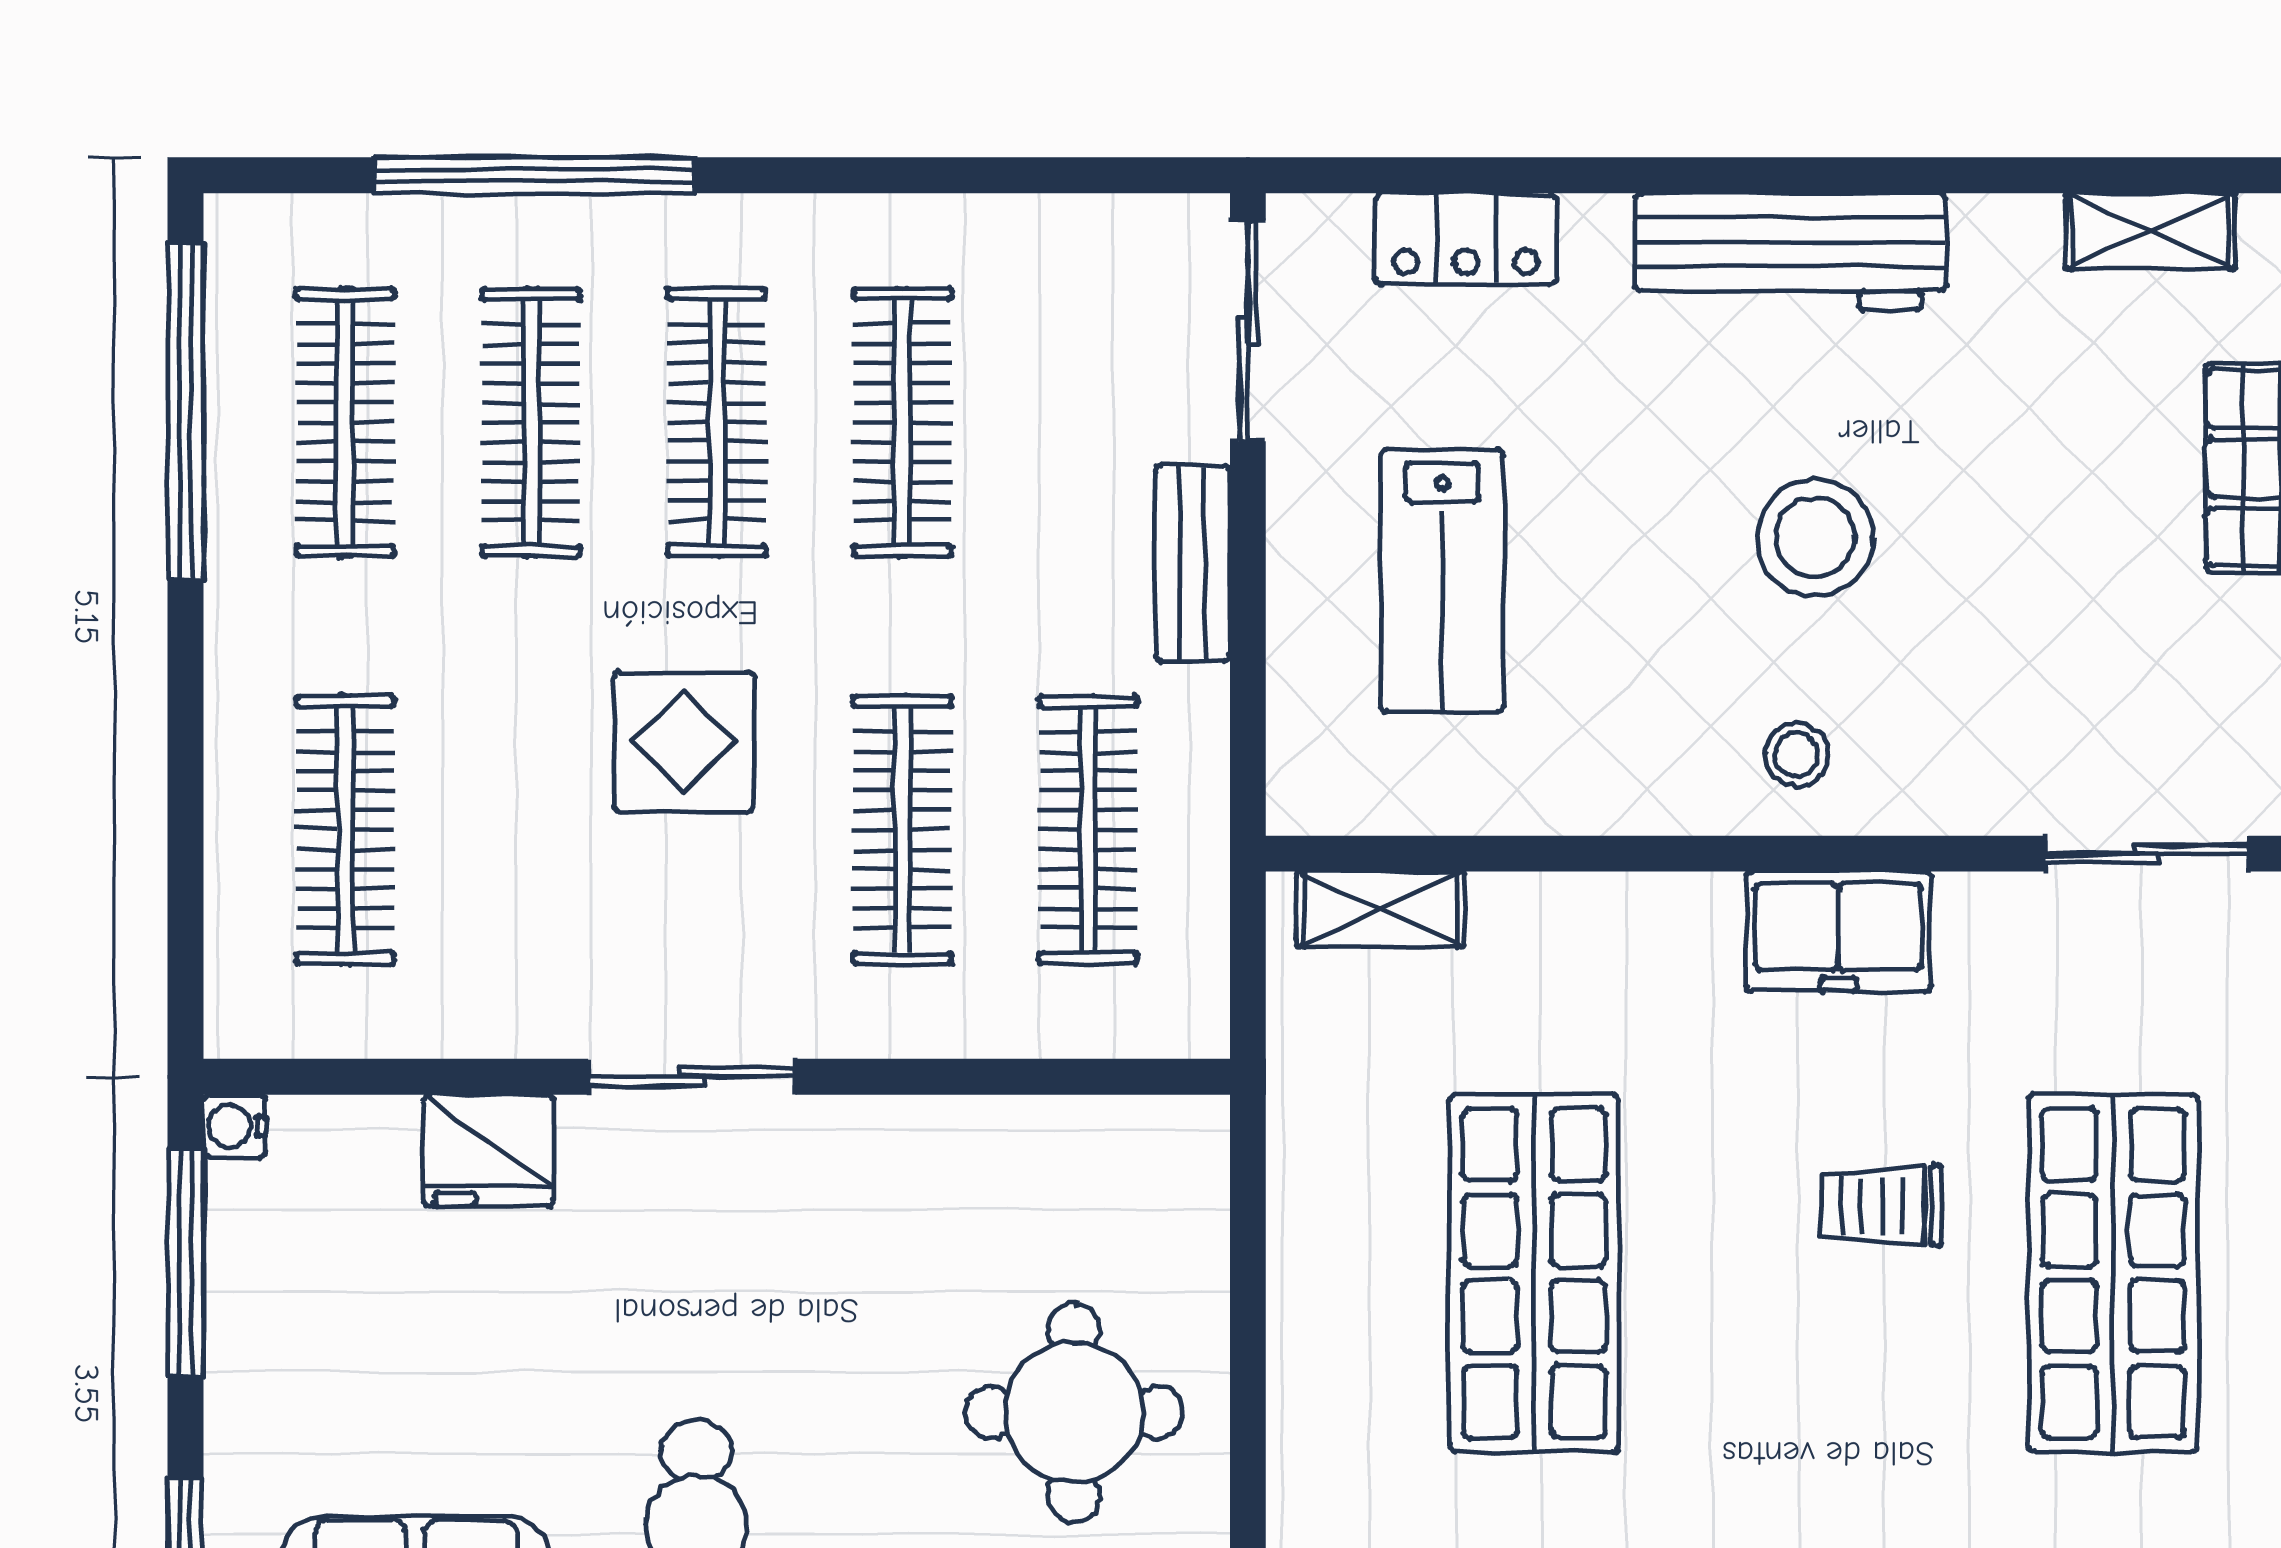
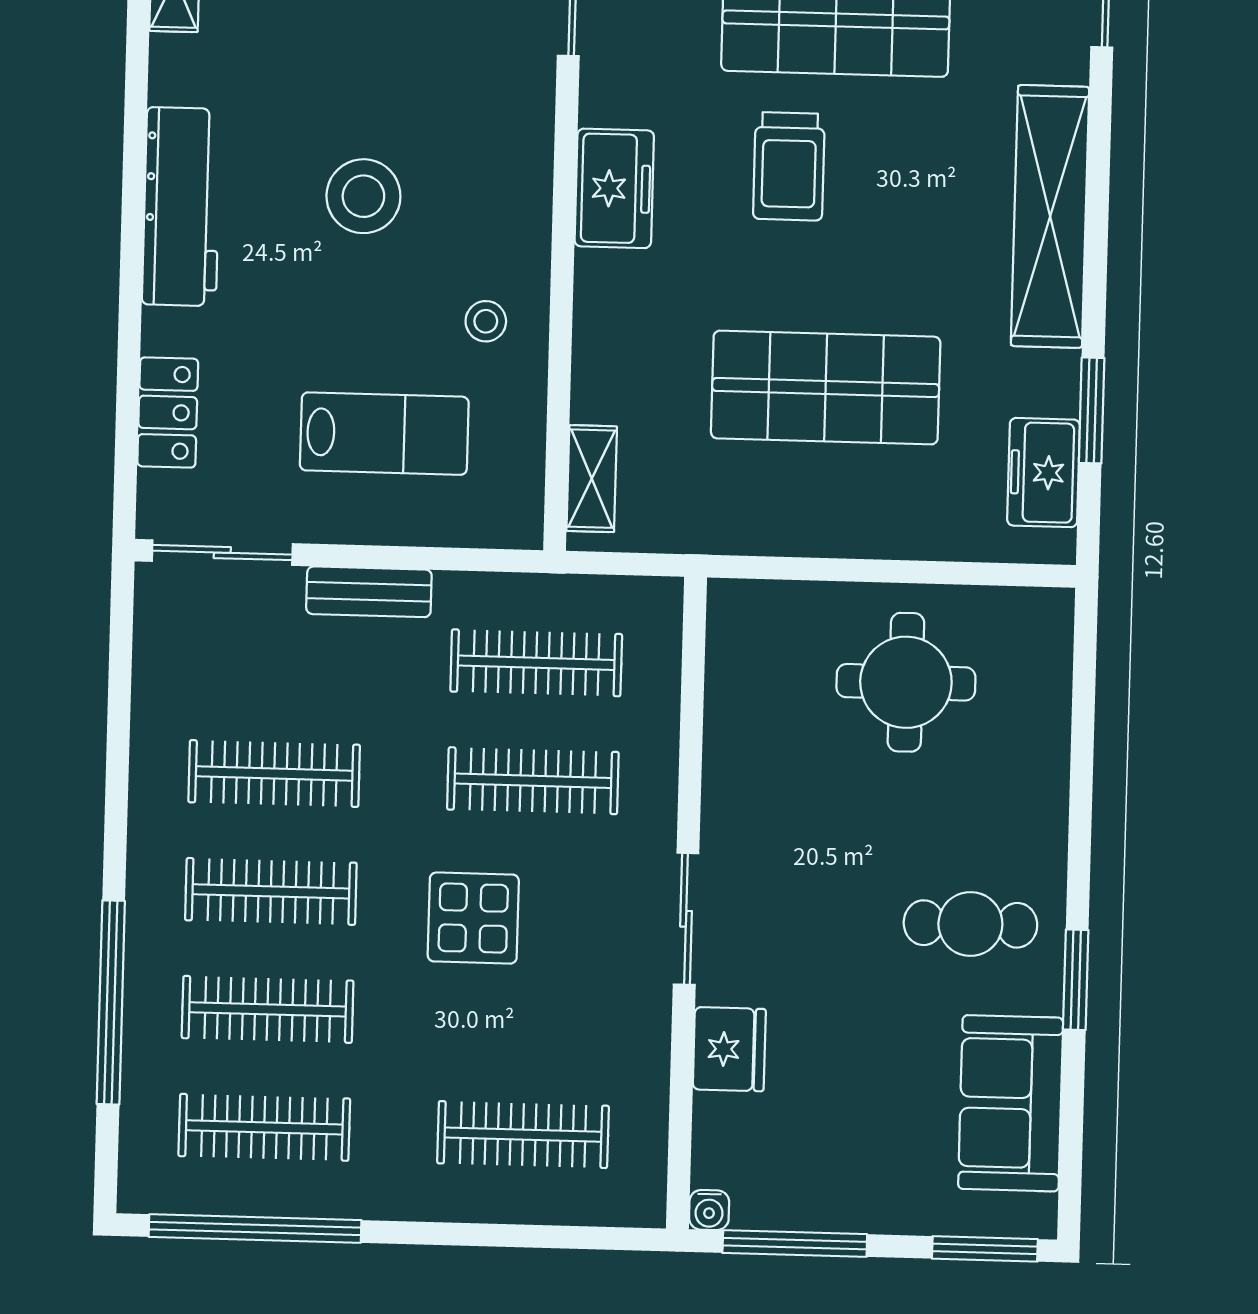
stool: (1797, 755) -> (486, 321), moved
trolley: (1881, 1206) -> (789, 166), width x1.36, depth x1.39

